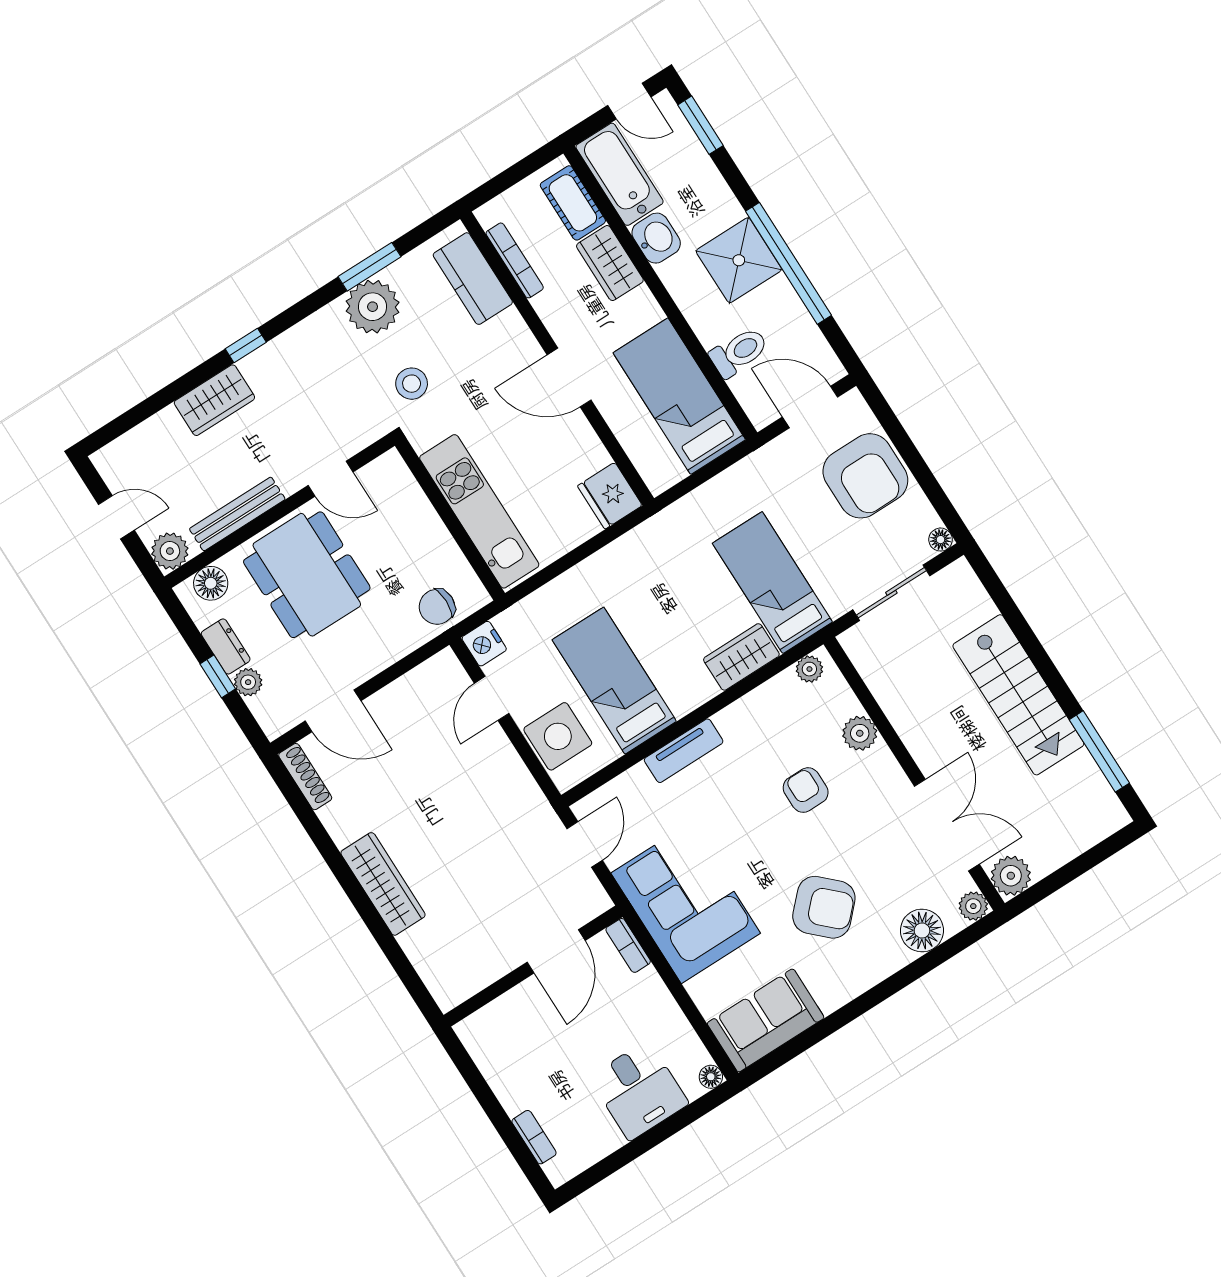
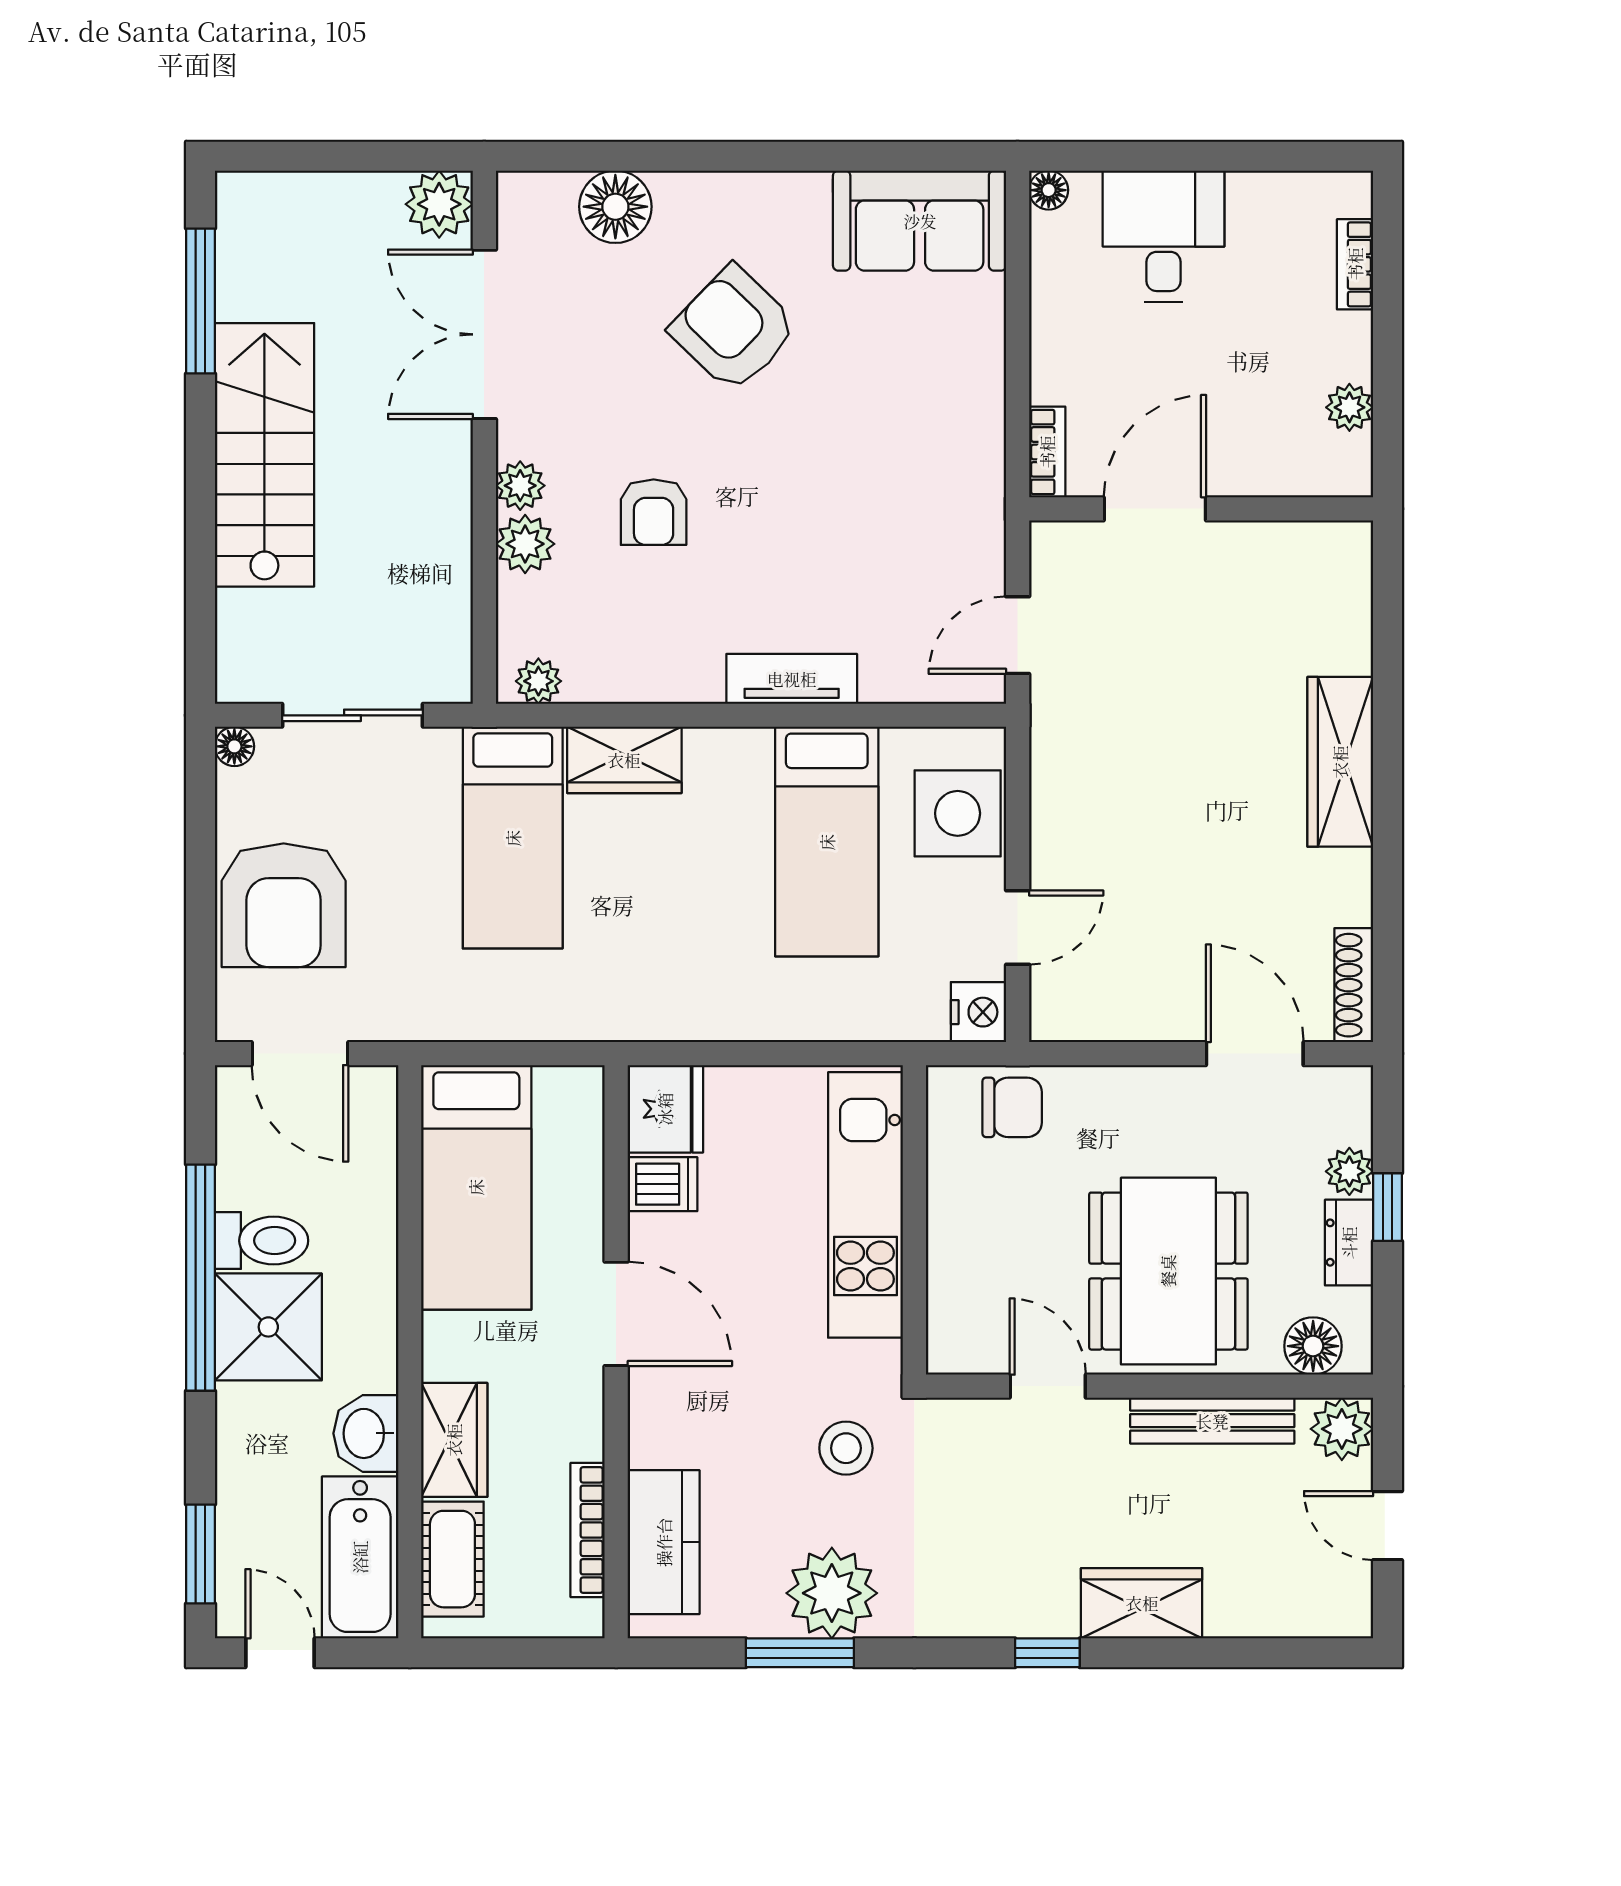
toilet: (739, 352) -> (262, 1241), moved, turned 180
dishwasher: (587, 457) -> (662, 1184), added
armchair: (865, 476) -> (284, 905), turned 180
corner sofa: (686, 903) -> (927, 460), removed
plant: (973, 906) -> (520, 486), moved
plant: (491, 1064) -> (1349, 407), added

